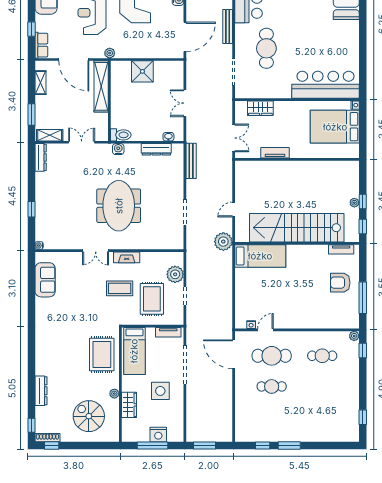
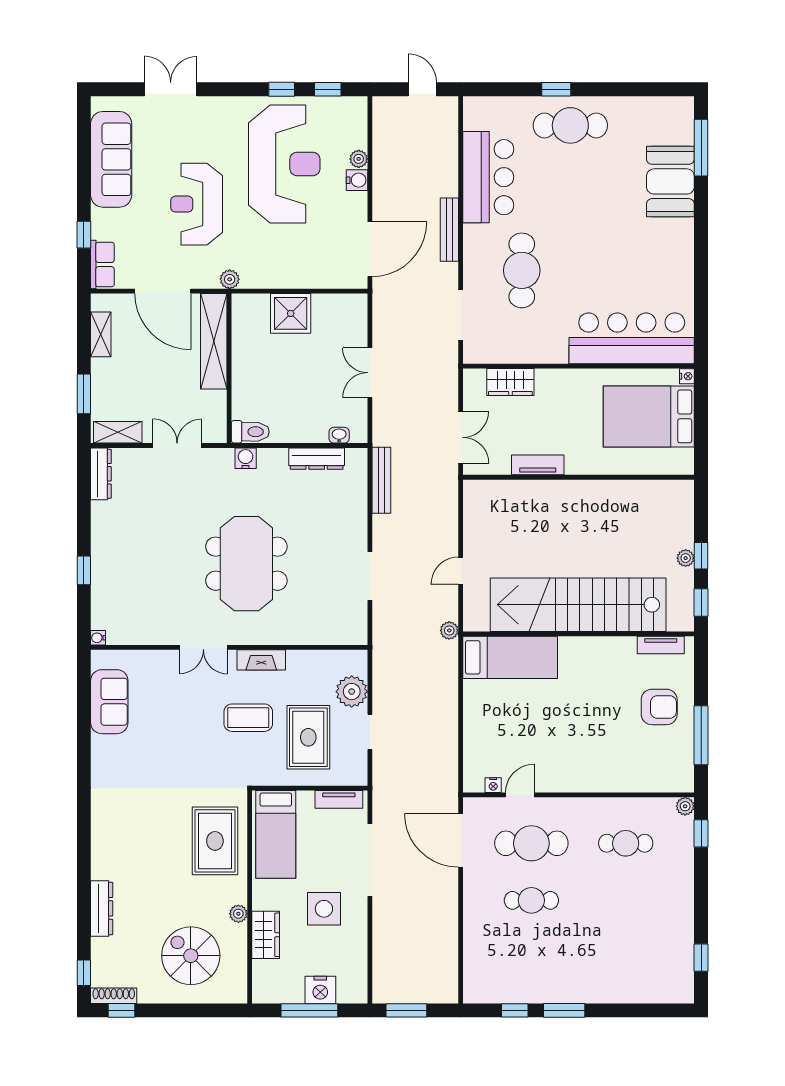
plant: (223, 242) -> (449, 630), width x0.53, depth x0.53
armchair: (340, 283) -> (659, 707), turned 180

